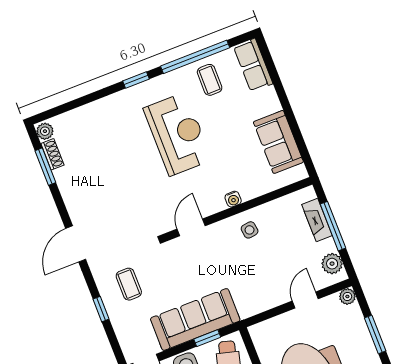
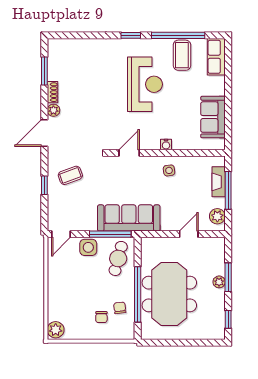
coffee table: (210, 80) -> (182, 55), width x1.36, depth x1.30
plant: (45, 131) -> (53, 110), moved
shoe rack: (52, 154) -> (52, 92), moved
coffee table: (129, 284) -> (70, 175), turned 70
plant: (347, 296) -> (219, 282), moved
sofa: (195, 319) -> (129, 218), moved
window: (207, 338) -> (110, 234), width x2.17

